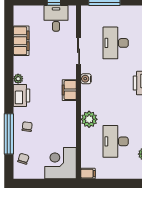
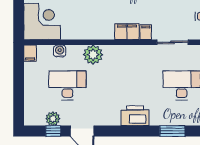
filing cabinet: (70, 74) -> (146, 32), added
water cooler: (86, 79) -> (60, 51), moved

